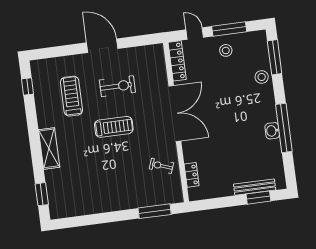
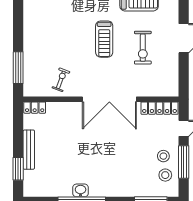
stool: (262, 77) -> (165, 175), moved
locker: (192, 175) -> (35, 108), moved
bench: (255, 187) -> (29, 150), moved

